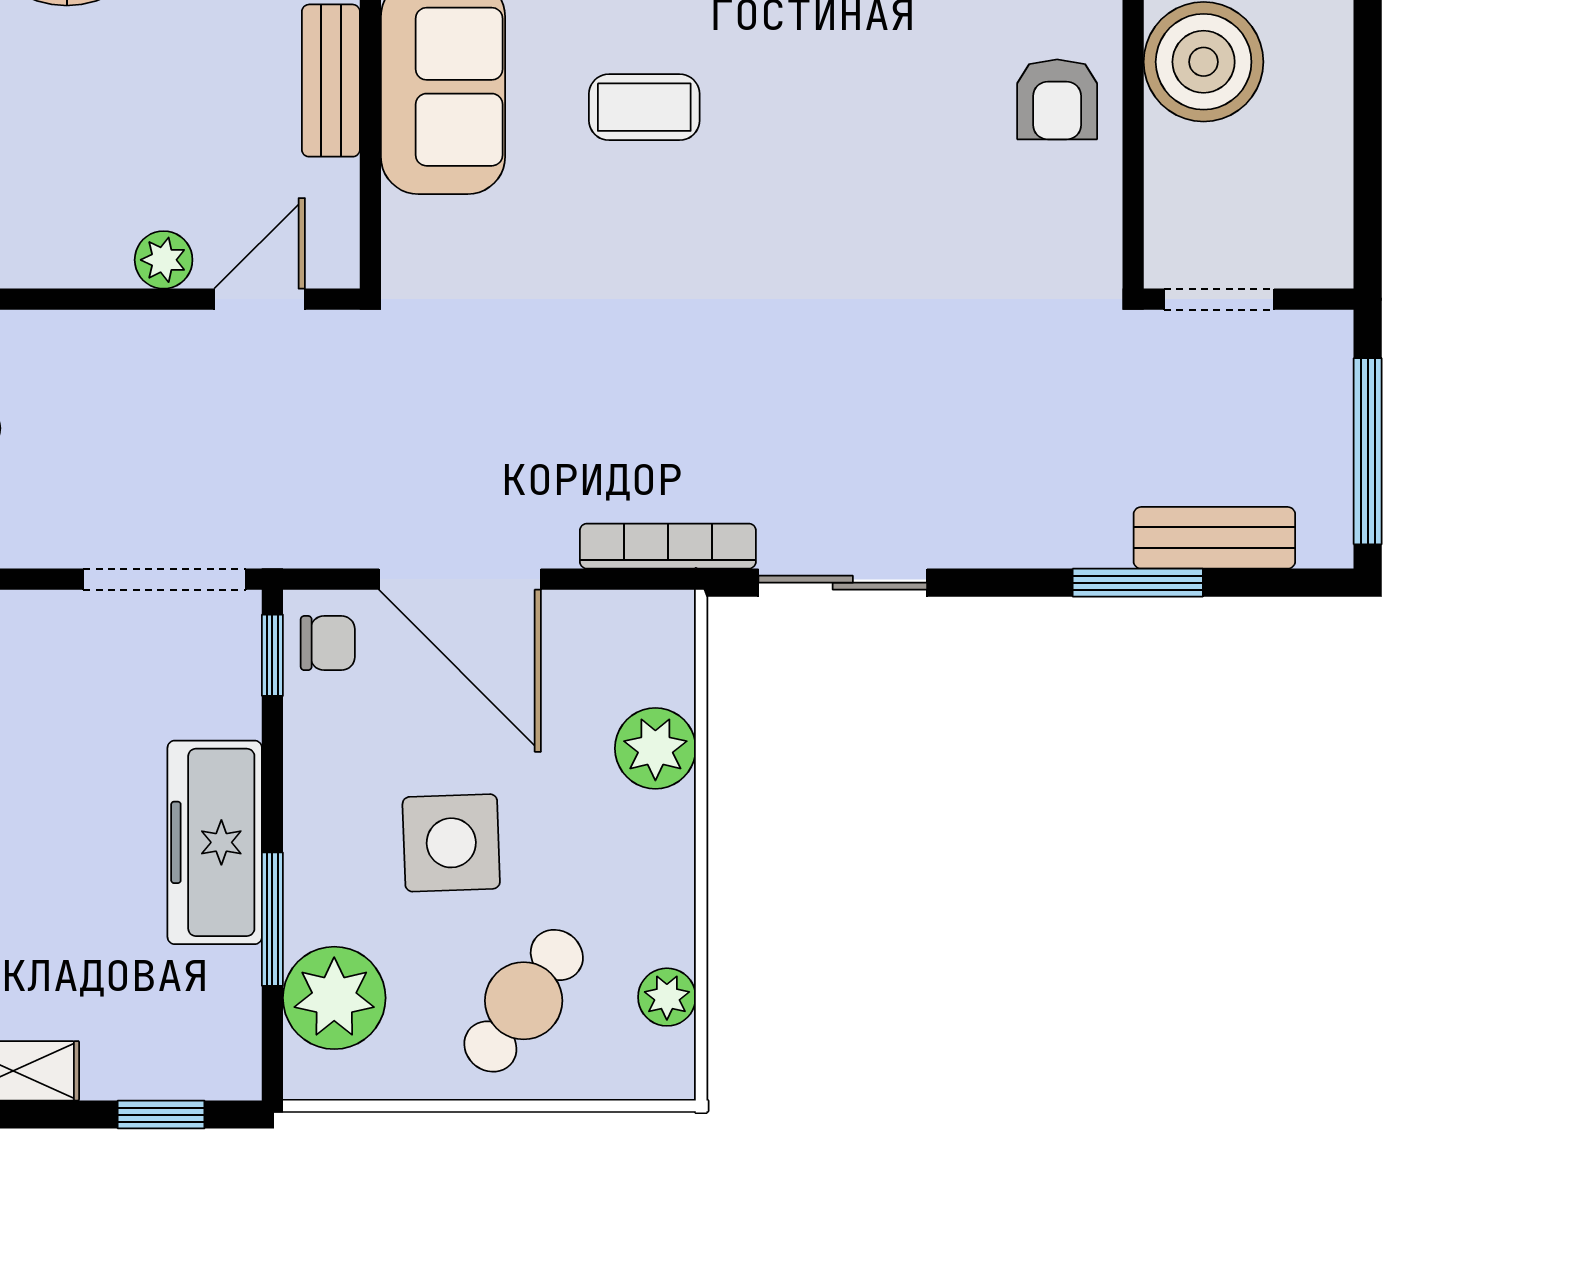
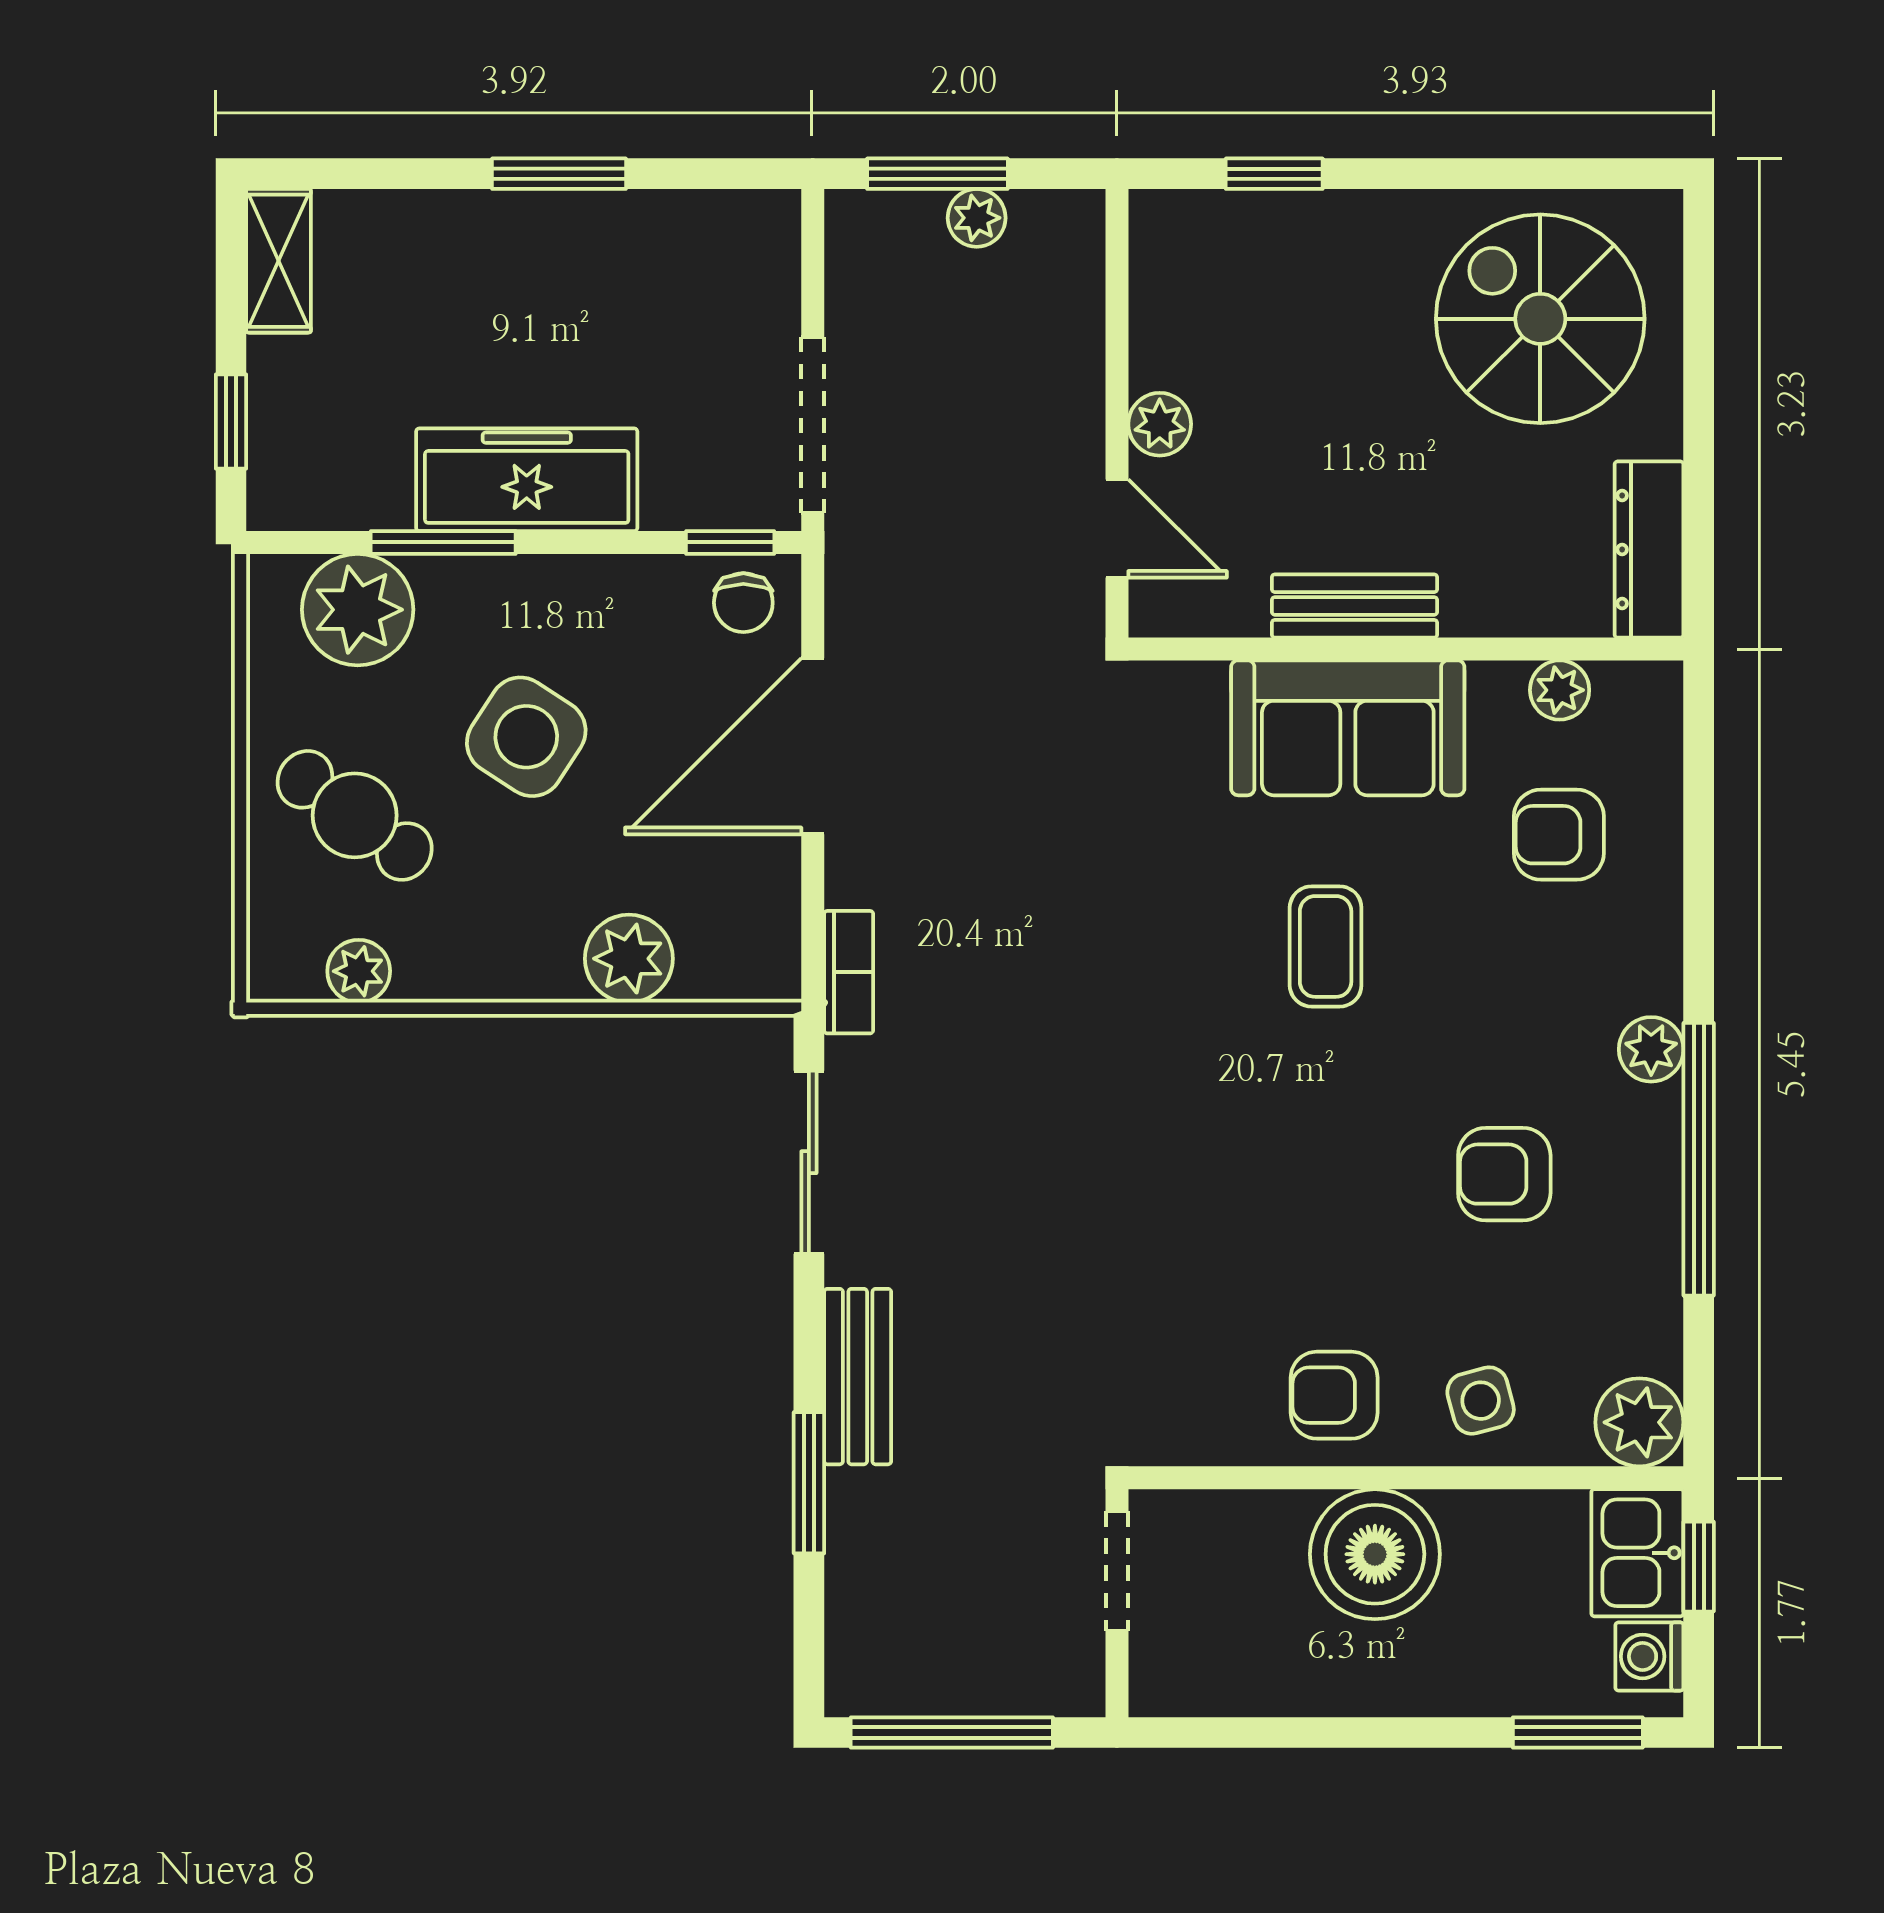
bench: (1214, 538) -> (858, 1377), moved
bookcase: (668, 546) -> (849, 972), width x0.64
side table: (451, 843) -> (526, 737), turned 35

